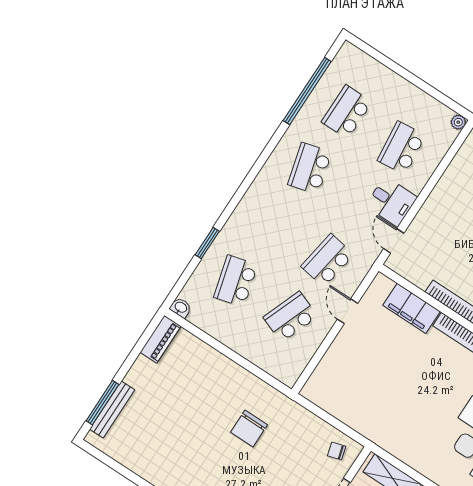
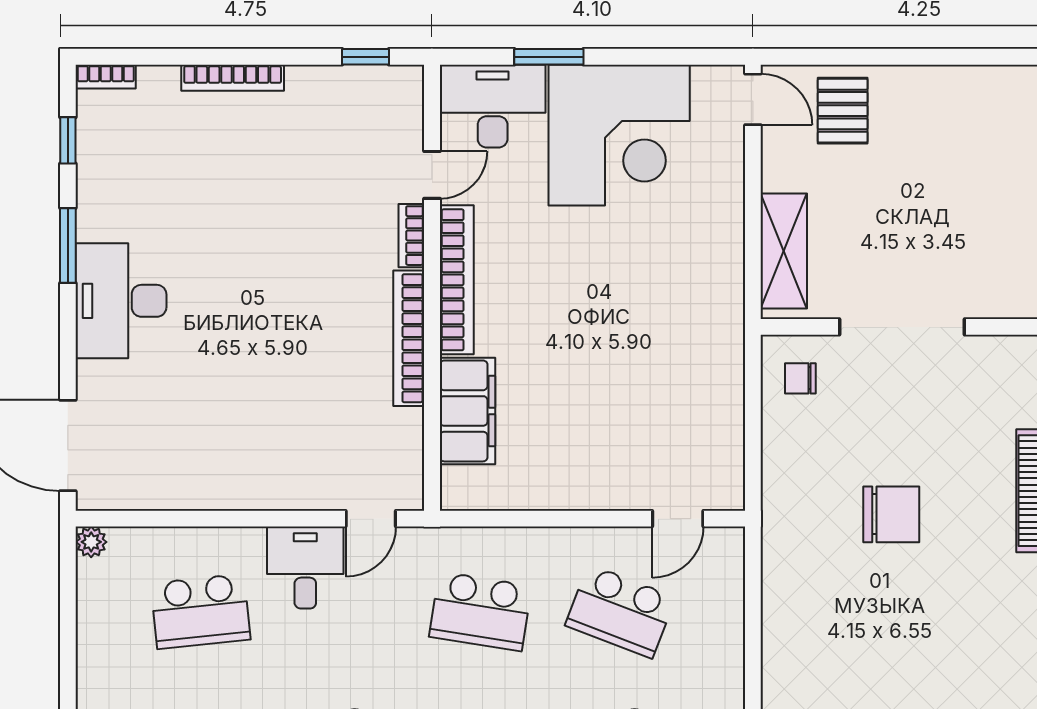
door: (347, 311) -> (678, 519), moved
chair: (249, 429) -> (891, 514), moved
chair: (337, 451) -> (800, 378), turned 106

